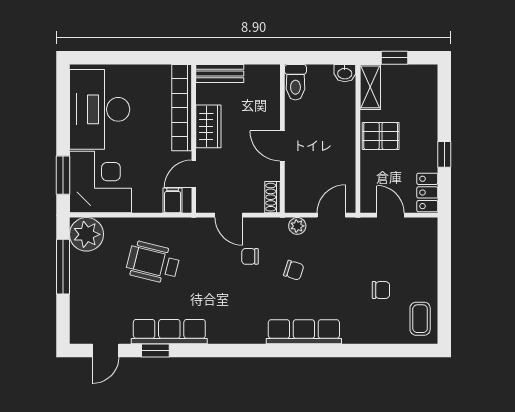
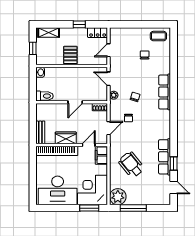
shelving: (370, 87) -> (49, 32), moved
door: (194, 174) -> (89, 145), swing flipped
filing cabinet: (173, 200) -> (101, 155), width x2.00
wheelchair: (153, 263) -> (131, 165), turned 127

